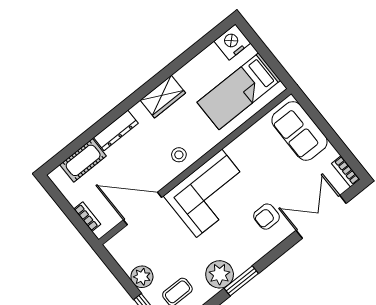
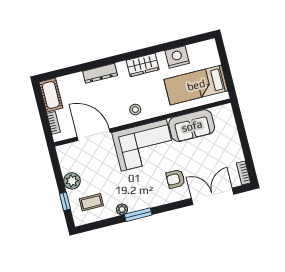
nightstand: (232, 42) -> (177, 57), moved
sofa: (299, 131) -> (192, 126), moved, turned -90
cot: (83, 160) -> (51, 95), moved, turned 90
plant: (220, 274) -> (122, 209), width x0.53, depth x0.53

